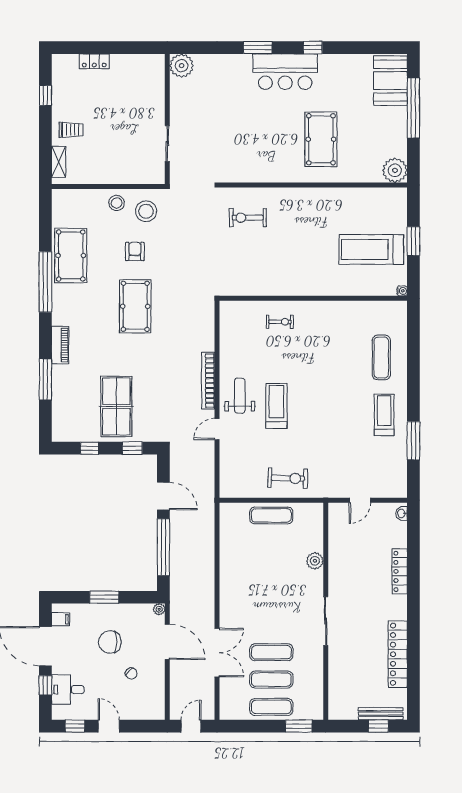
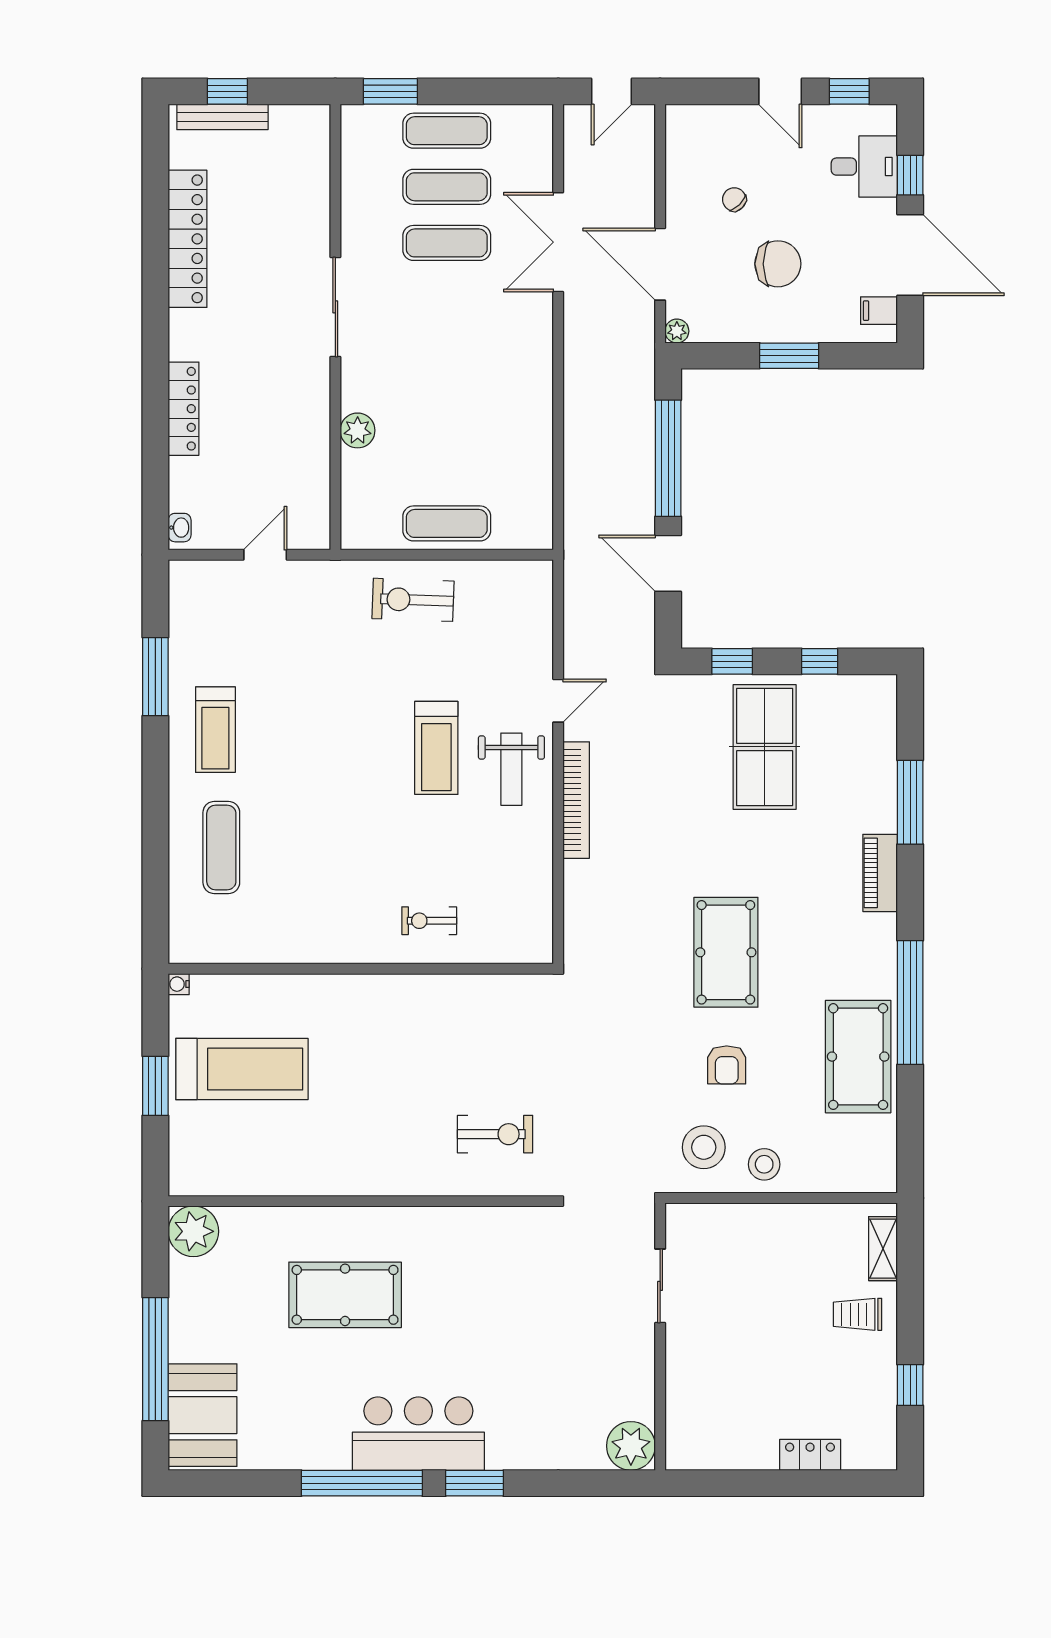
window: (313, 48) -> (362, 1483), width x3.17
pool table: (321, 139) -> (345, 1295), turned 90

